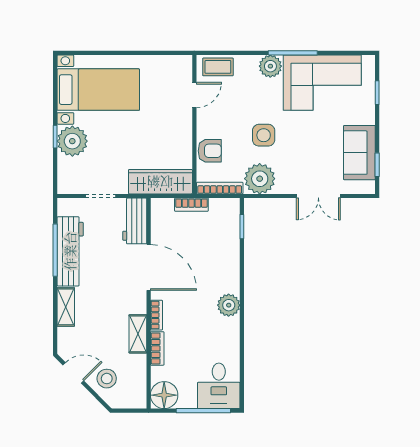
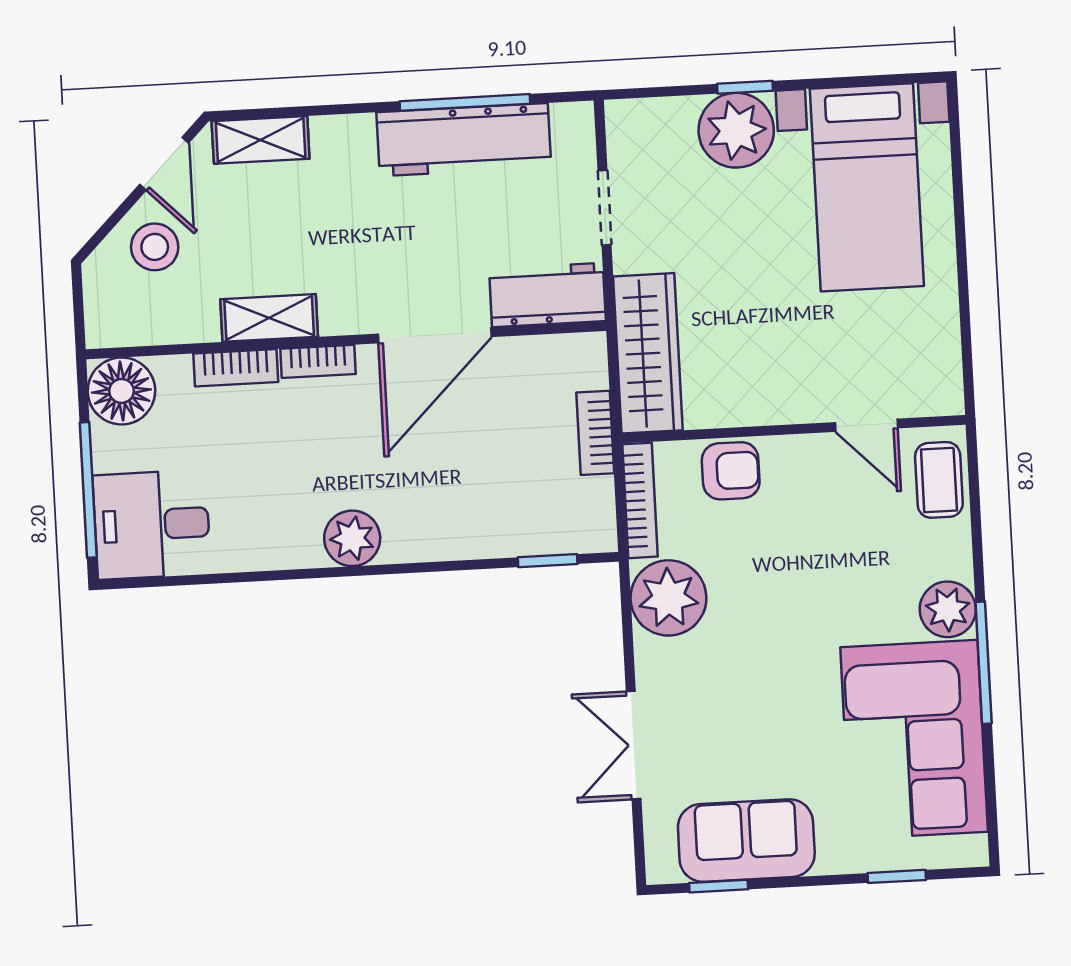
side table: (264, 135) -> (776, 602), removed
armchair: (210, 151) -> (731, 471), turned -90
shelving: (66, 307) -> (261, 140), moved

